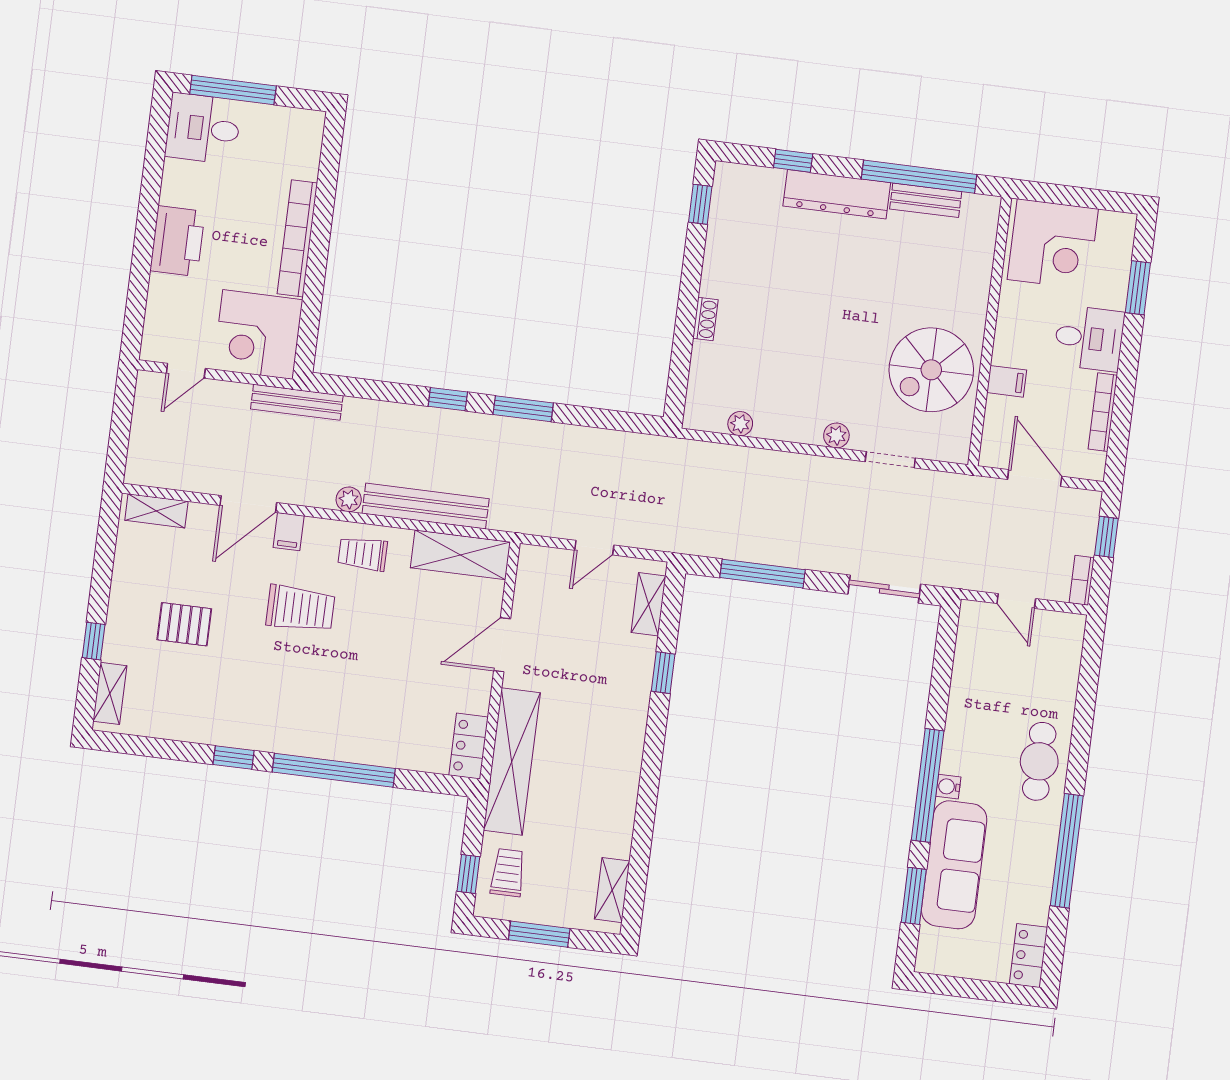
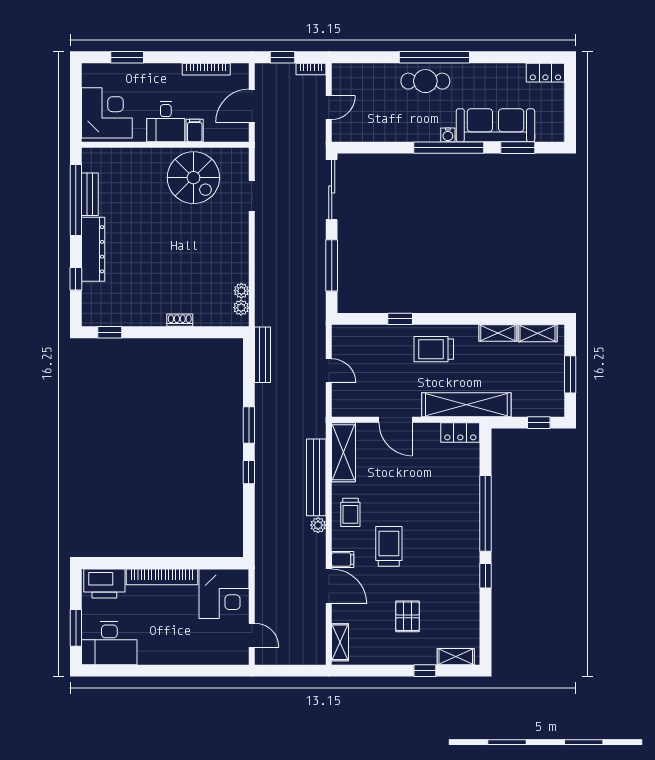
window: (233, 90) -> (76, 628), width x0.69
desk: (203, 128) -> (109, 643), width x1.37
printer: (177, 241) -> (104, 583), moved, turned 180
desk: (1089, 338) -> (166, 122), moved, turned 180
bench: (297, 402) -> (263, 355), moved
plant: (836, 435) -> (241, 308), moved
sliding door: (884, 589) -> (332, 190), width x1.37
shelving: (648, 604) -> (498, 333), moved
window: (1067, 851) -> (434, 57), moved
trolley: (508, 873) -> (434, 349), moved, width x1.36, depth x1.39

